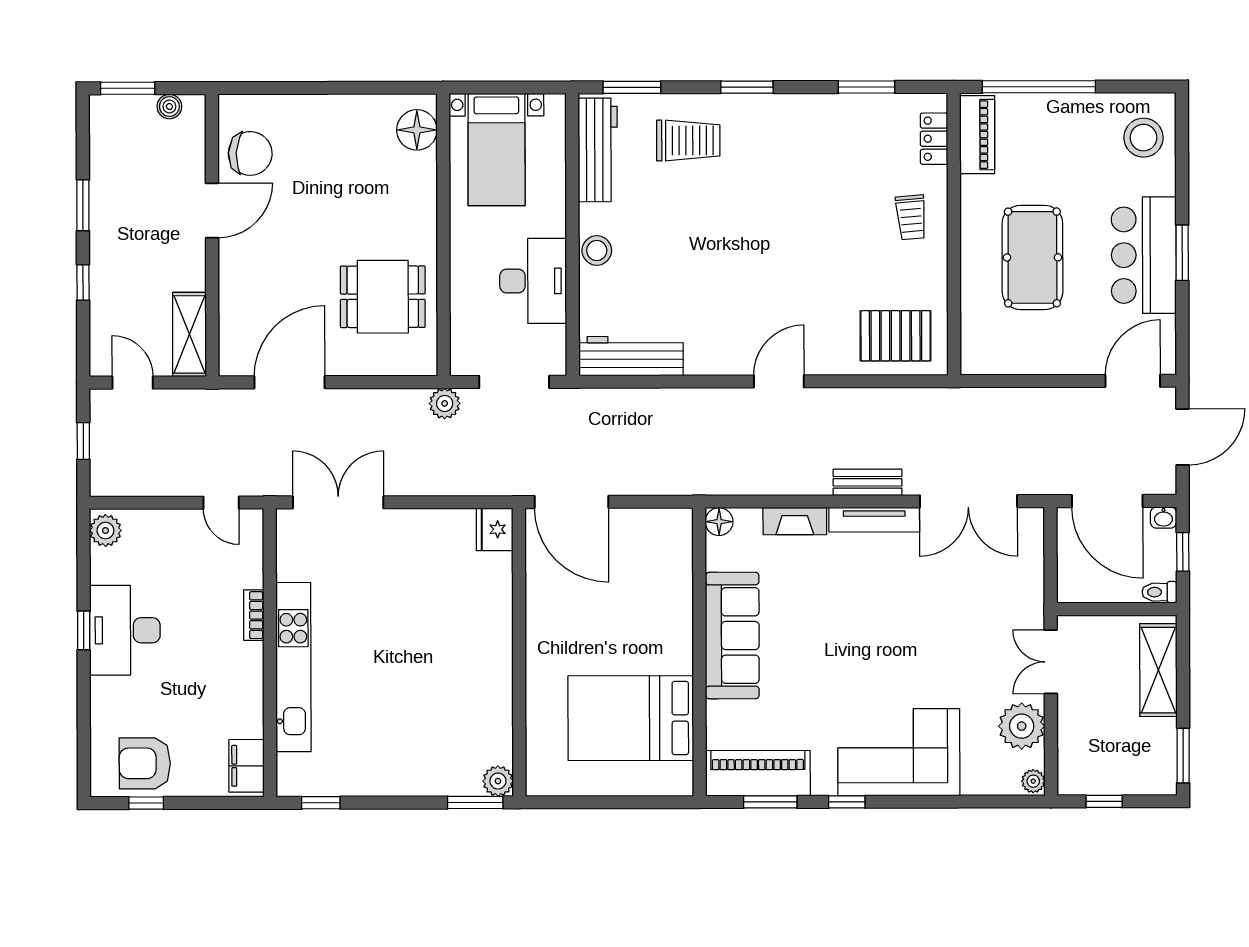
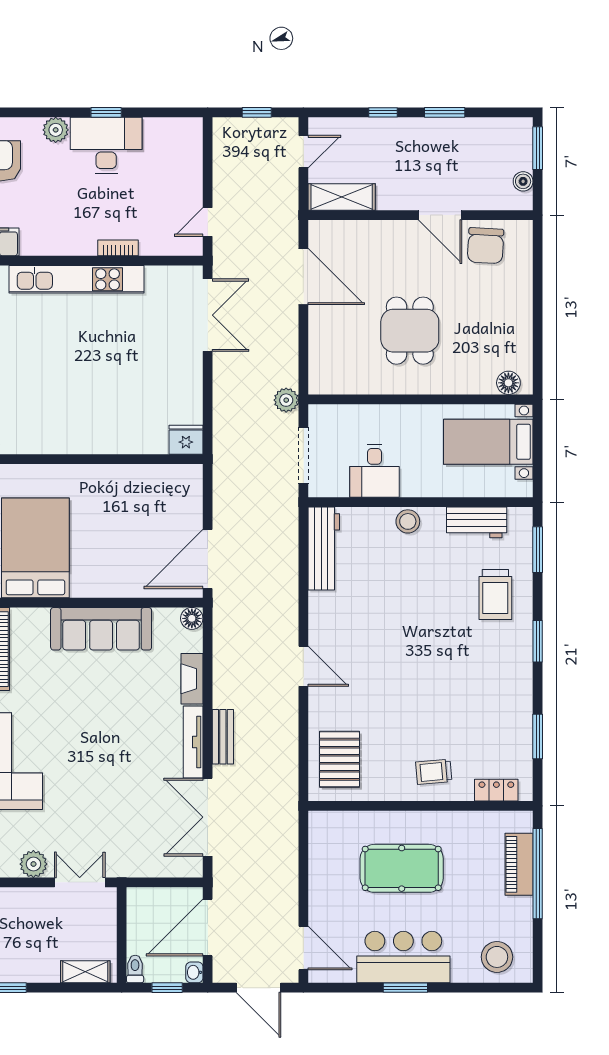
floor lamp: (417, 130) -> (508, 383), width x0.73, depth x0.73
piano: (977, 135) -> (519, 864), moved, turned 90
workbench: (598, 150) -> (477, 522), width x0.73
desk: (533, 281) -> (374, 471), width x0.73
dining table: (383, 297) -> (410, 331), moved
door: (571, 502) -> (208, 559), moved
plant: (105, 531) -> (56, 130), moved
shelving: (1158, 670) -> (85, 972), width x0.67, depth x0.75
plant: (1022, 726) -> (33, 864), width x0.73, depth x0.73

